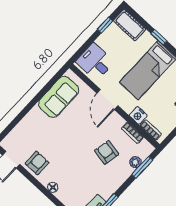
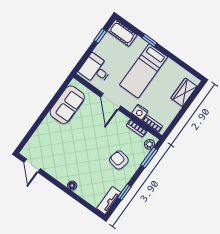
armchair: (107, 152) -> (119, 160), moved
plant: (135, 162) -> (149, 144), moved
armchair: (37, 163) -> (56, 166), removed

